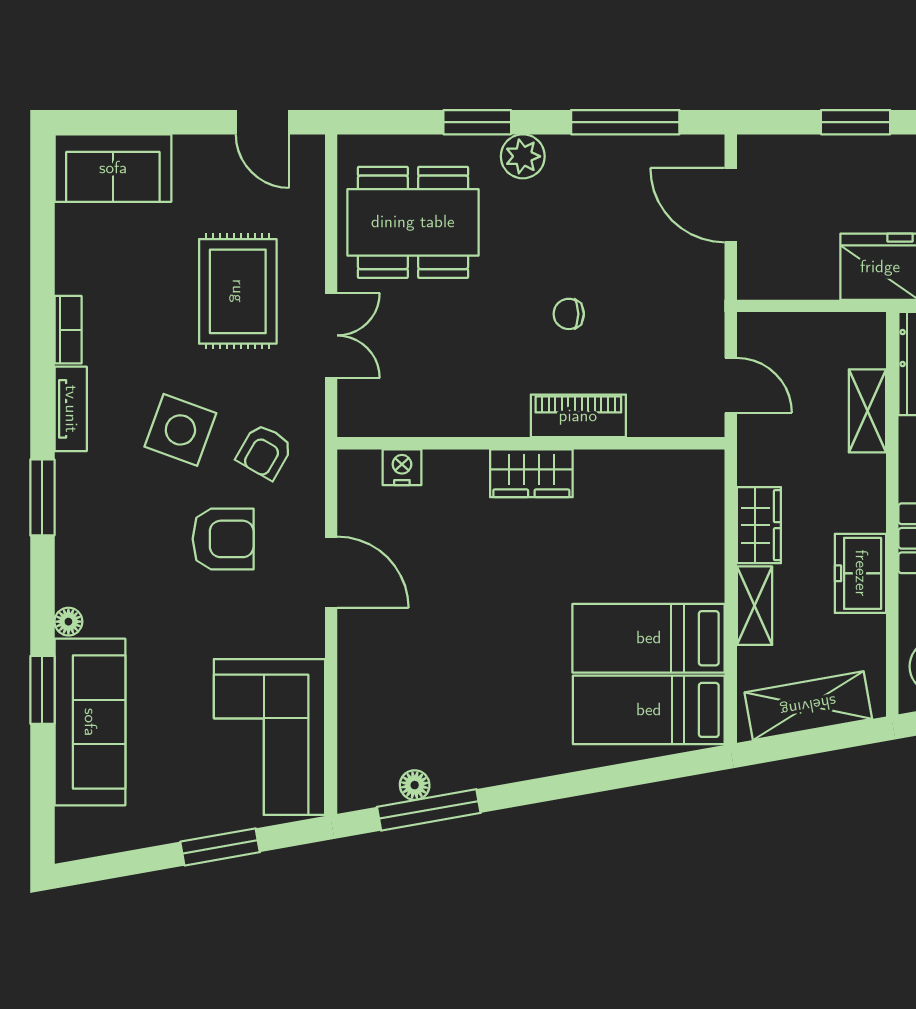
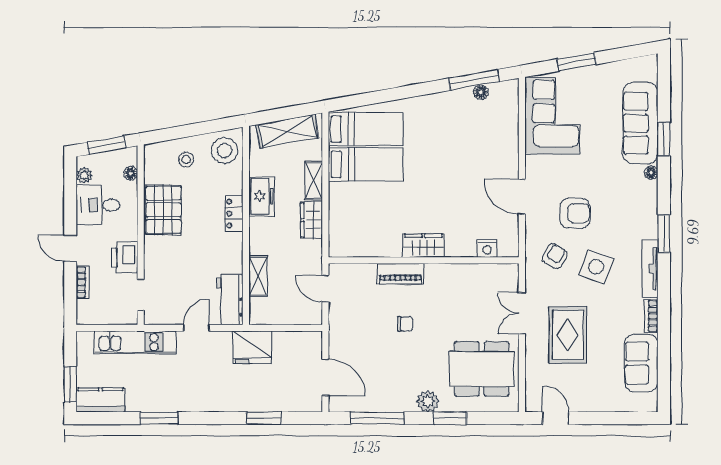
sofa: (113, 168) -> (641, 363), moved, turned -90
tv unit: (71, 409) -> (650, 269), width x1.41
armchair: (223, 539) -> (575, 213), turned 180

